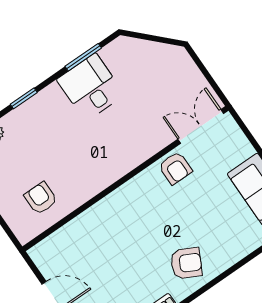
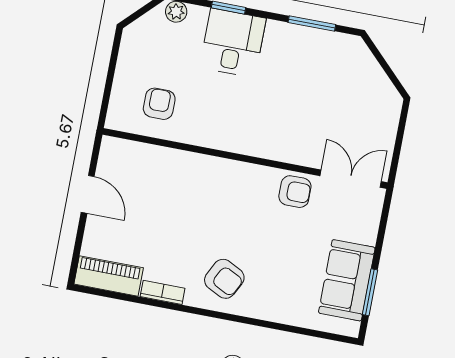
desk: (91, 87) -> (233, 43), moved
armchair: (175, 168) -> (295, 192), turned -90

